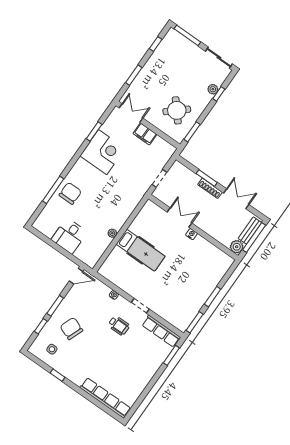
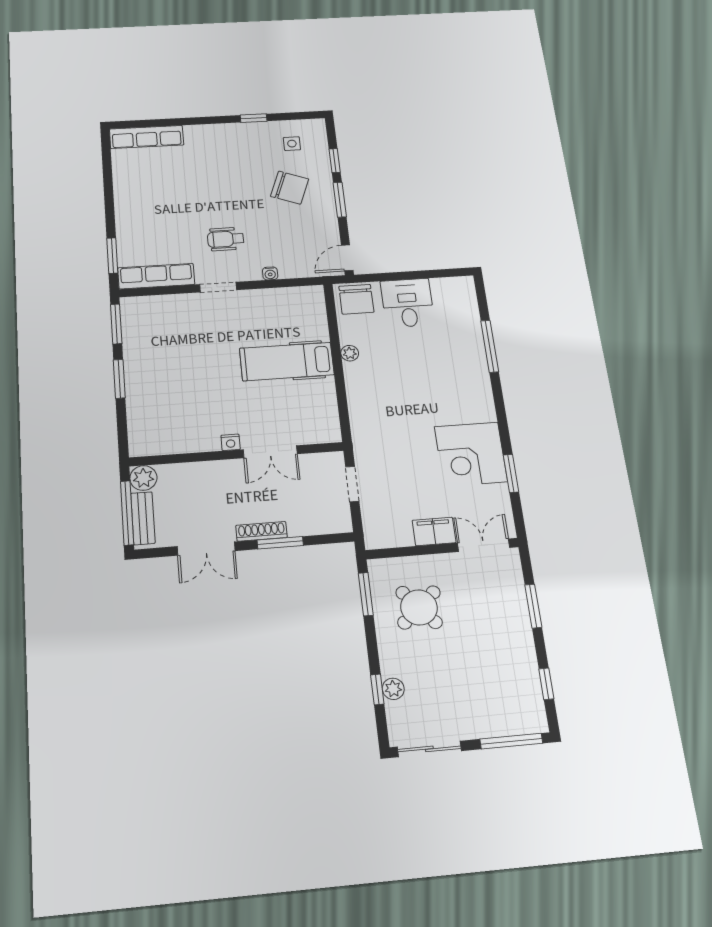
double door: (131, 113) -> (484, 545), swing flipped
chair: (70, 193) -> (356, 299), moved
row of seats: (105, 398) -> (147, 137), width x0.73

